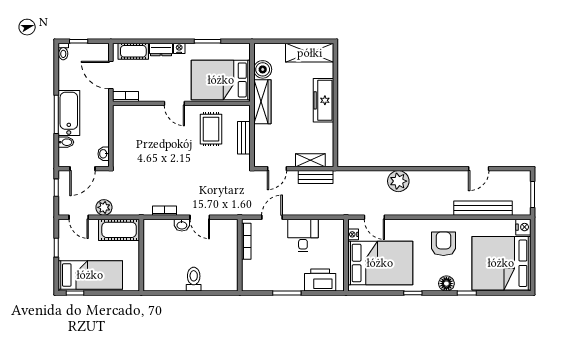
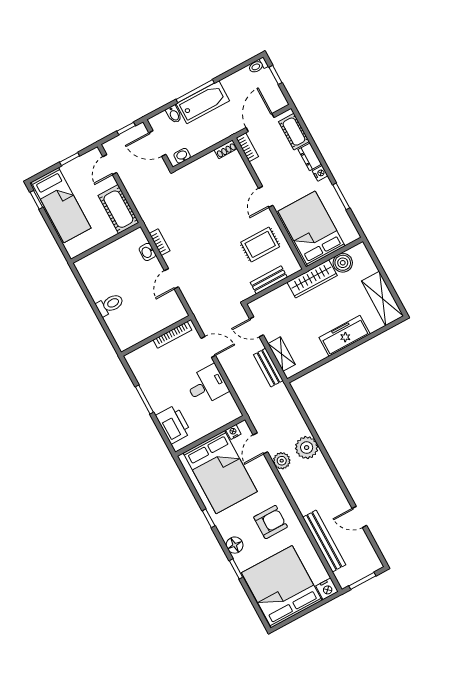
shoe rack: (118, 115) -> (226, 149), added
plant: (104, 207) -> (282, 461), moved
washbasin: (182, 225) -> (147, 252), moved

